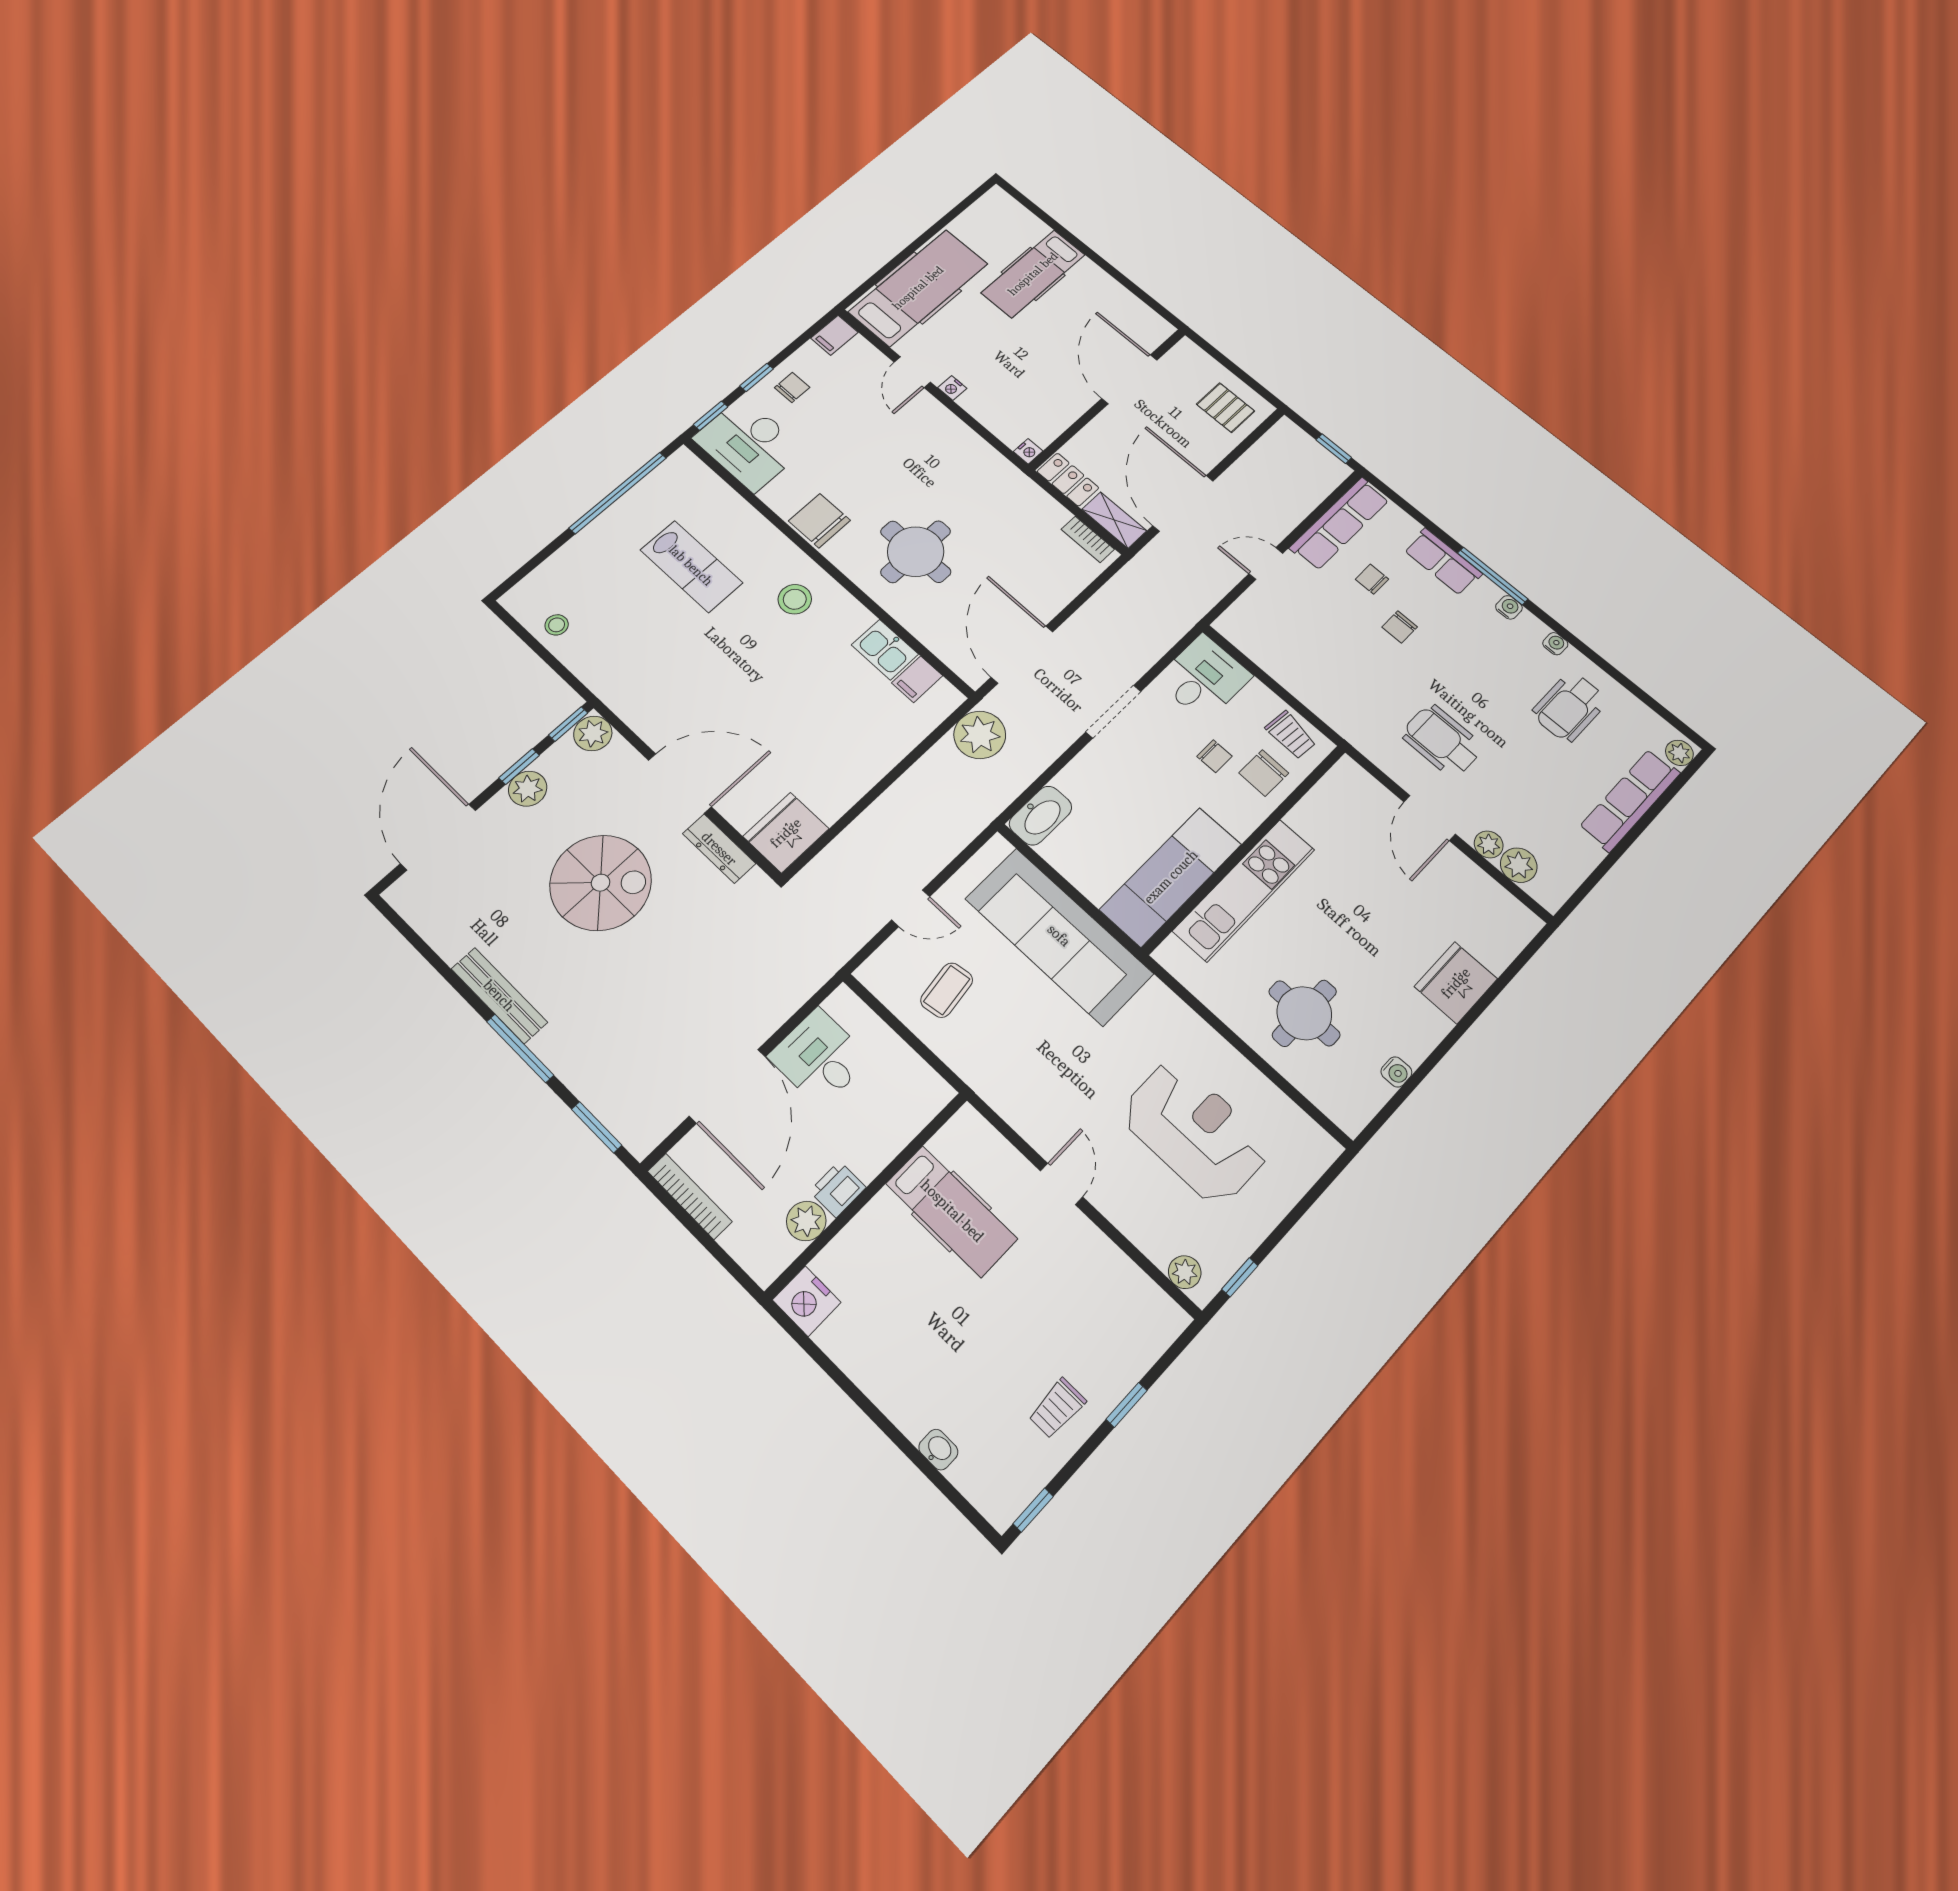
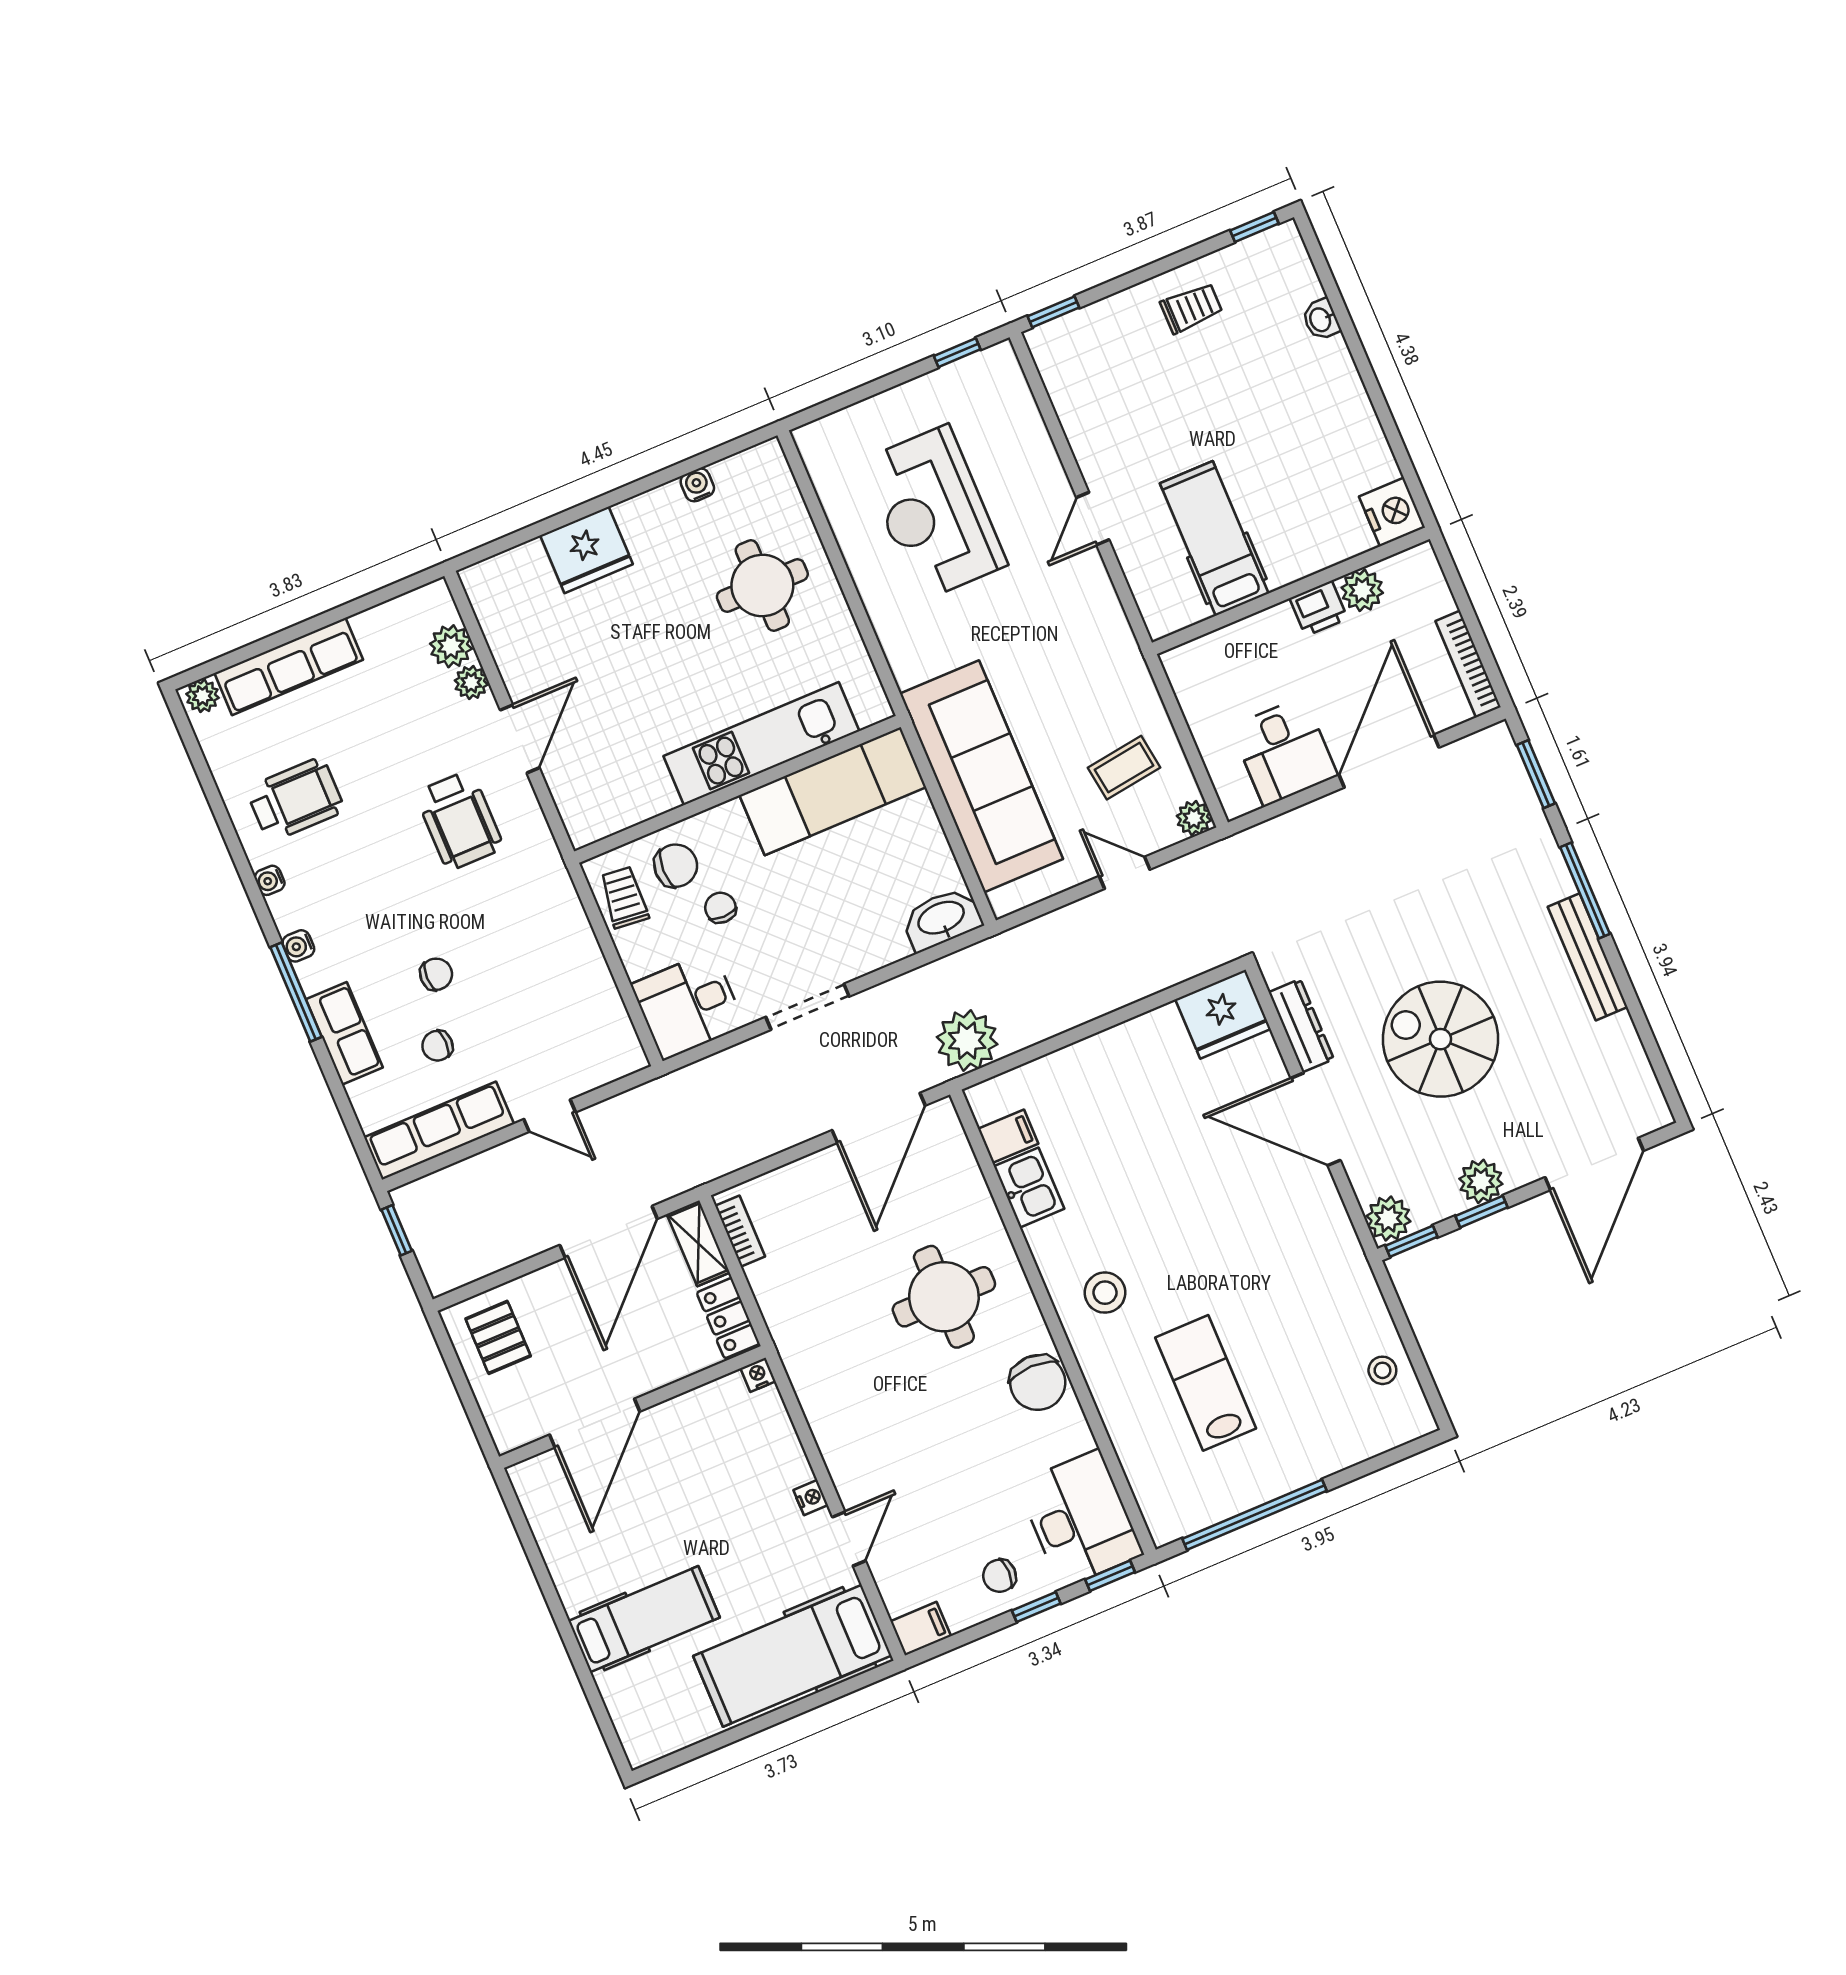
chair: (1372, 579) -> (437, 1046), turned 90
plant: (1185, 1272) -> (1194, 818), moved
window: (1127, 1405) -> (1053, 312), moved

